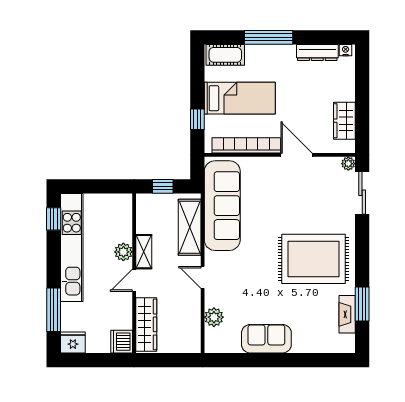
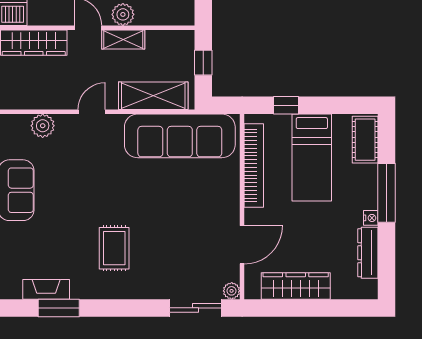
nightstand: (346, 50) -> (371, 218), moved
wardrobe: (344, 121) -> (296, 286), width x1.50
door: (296, 155) -> (242, 245), moved
rug: (314, 259) -> (114, 248), width x0.54, depth x0.49

